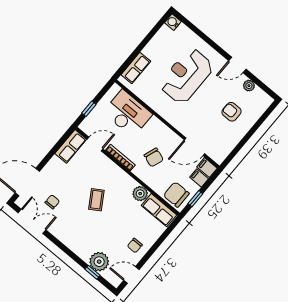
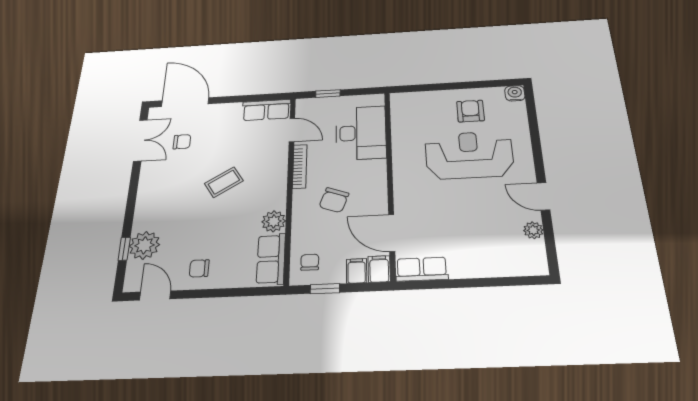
row of seats: (136, 68) -> (422, 269), moved, turned 180
armchair: (231, 112) -> (470, 111), moved
chair: (176, 195) -> (310, 262), width x0.54, depth x0.54

